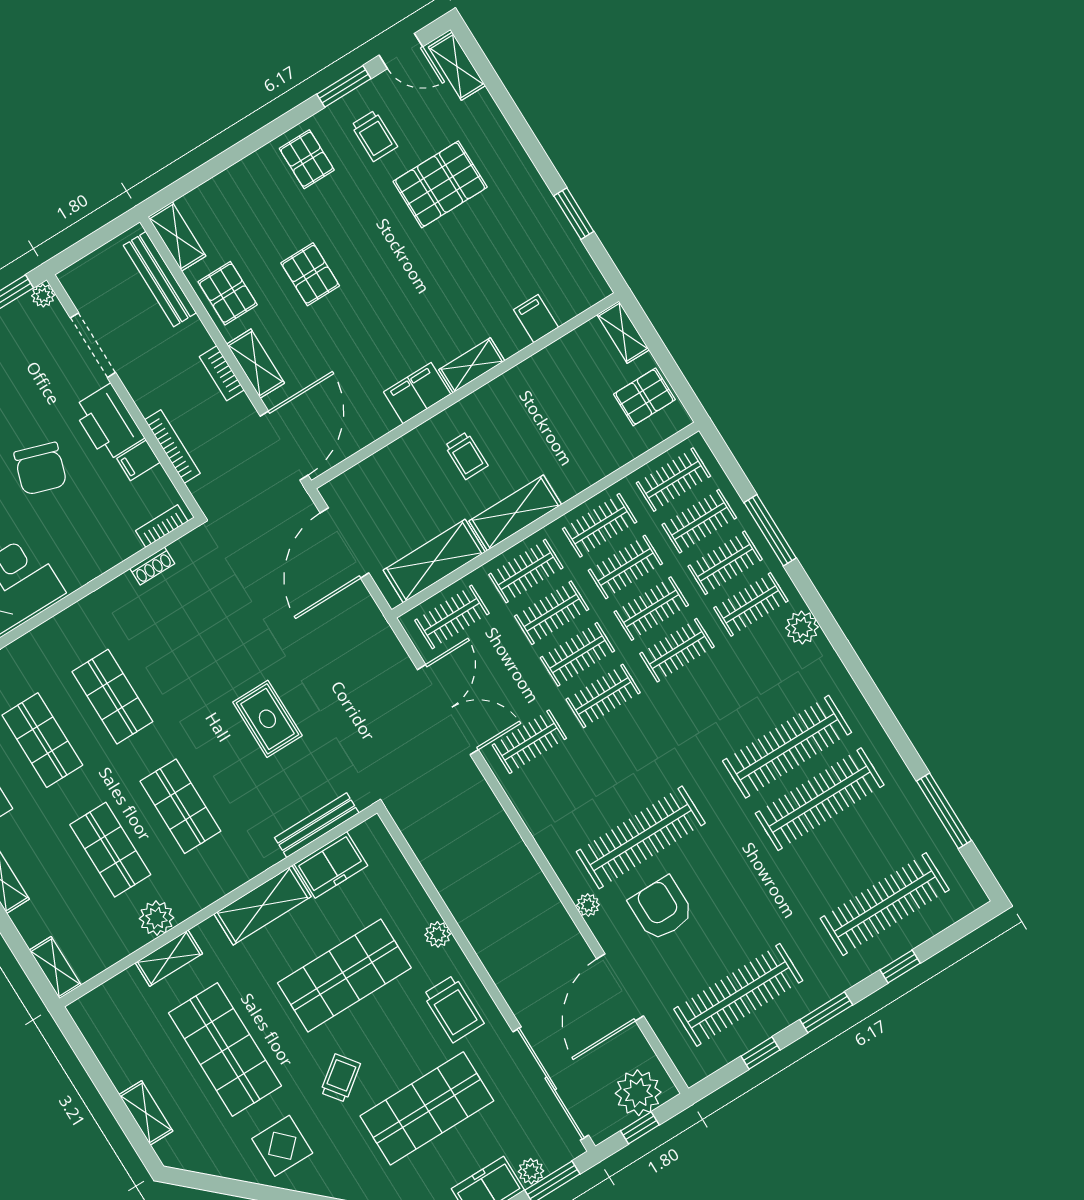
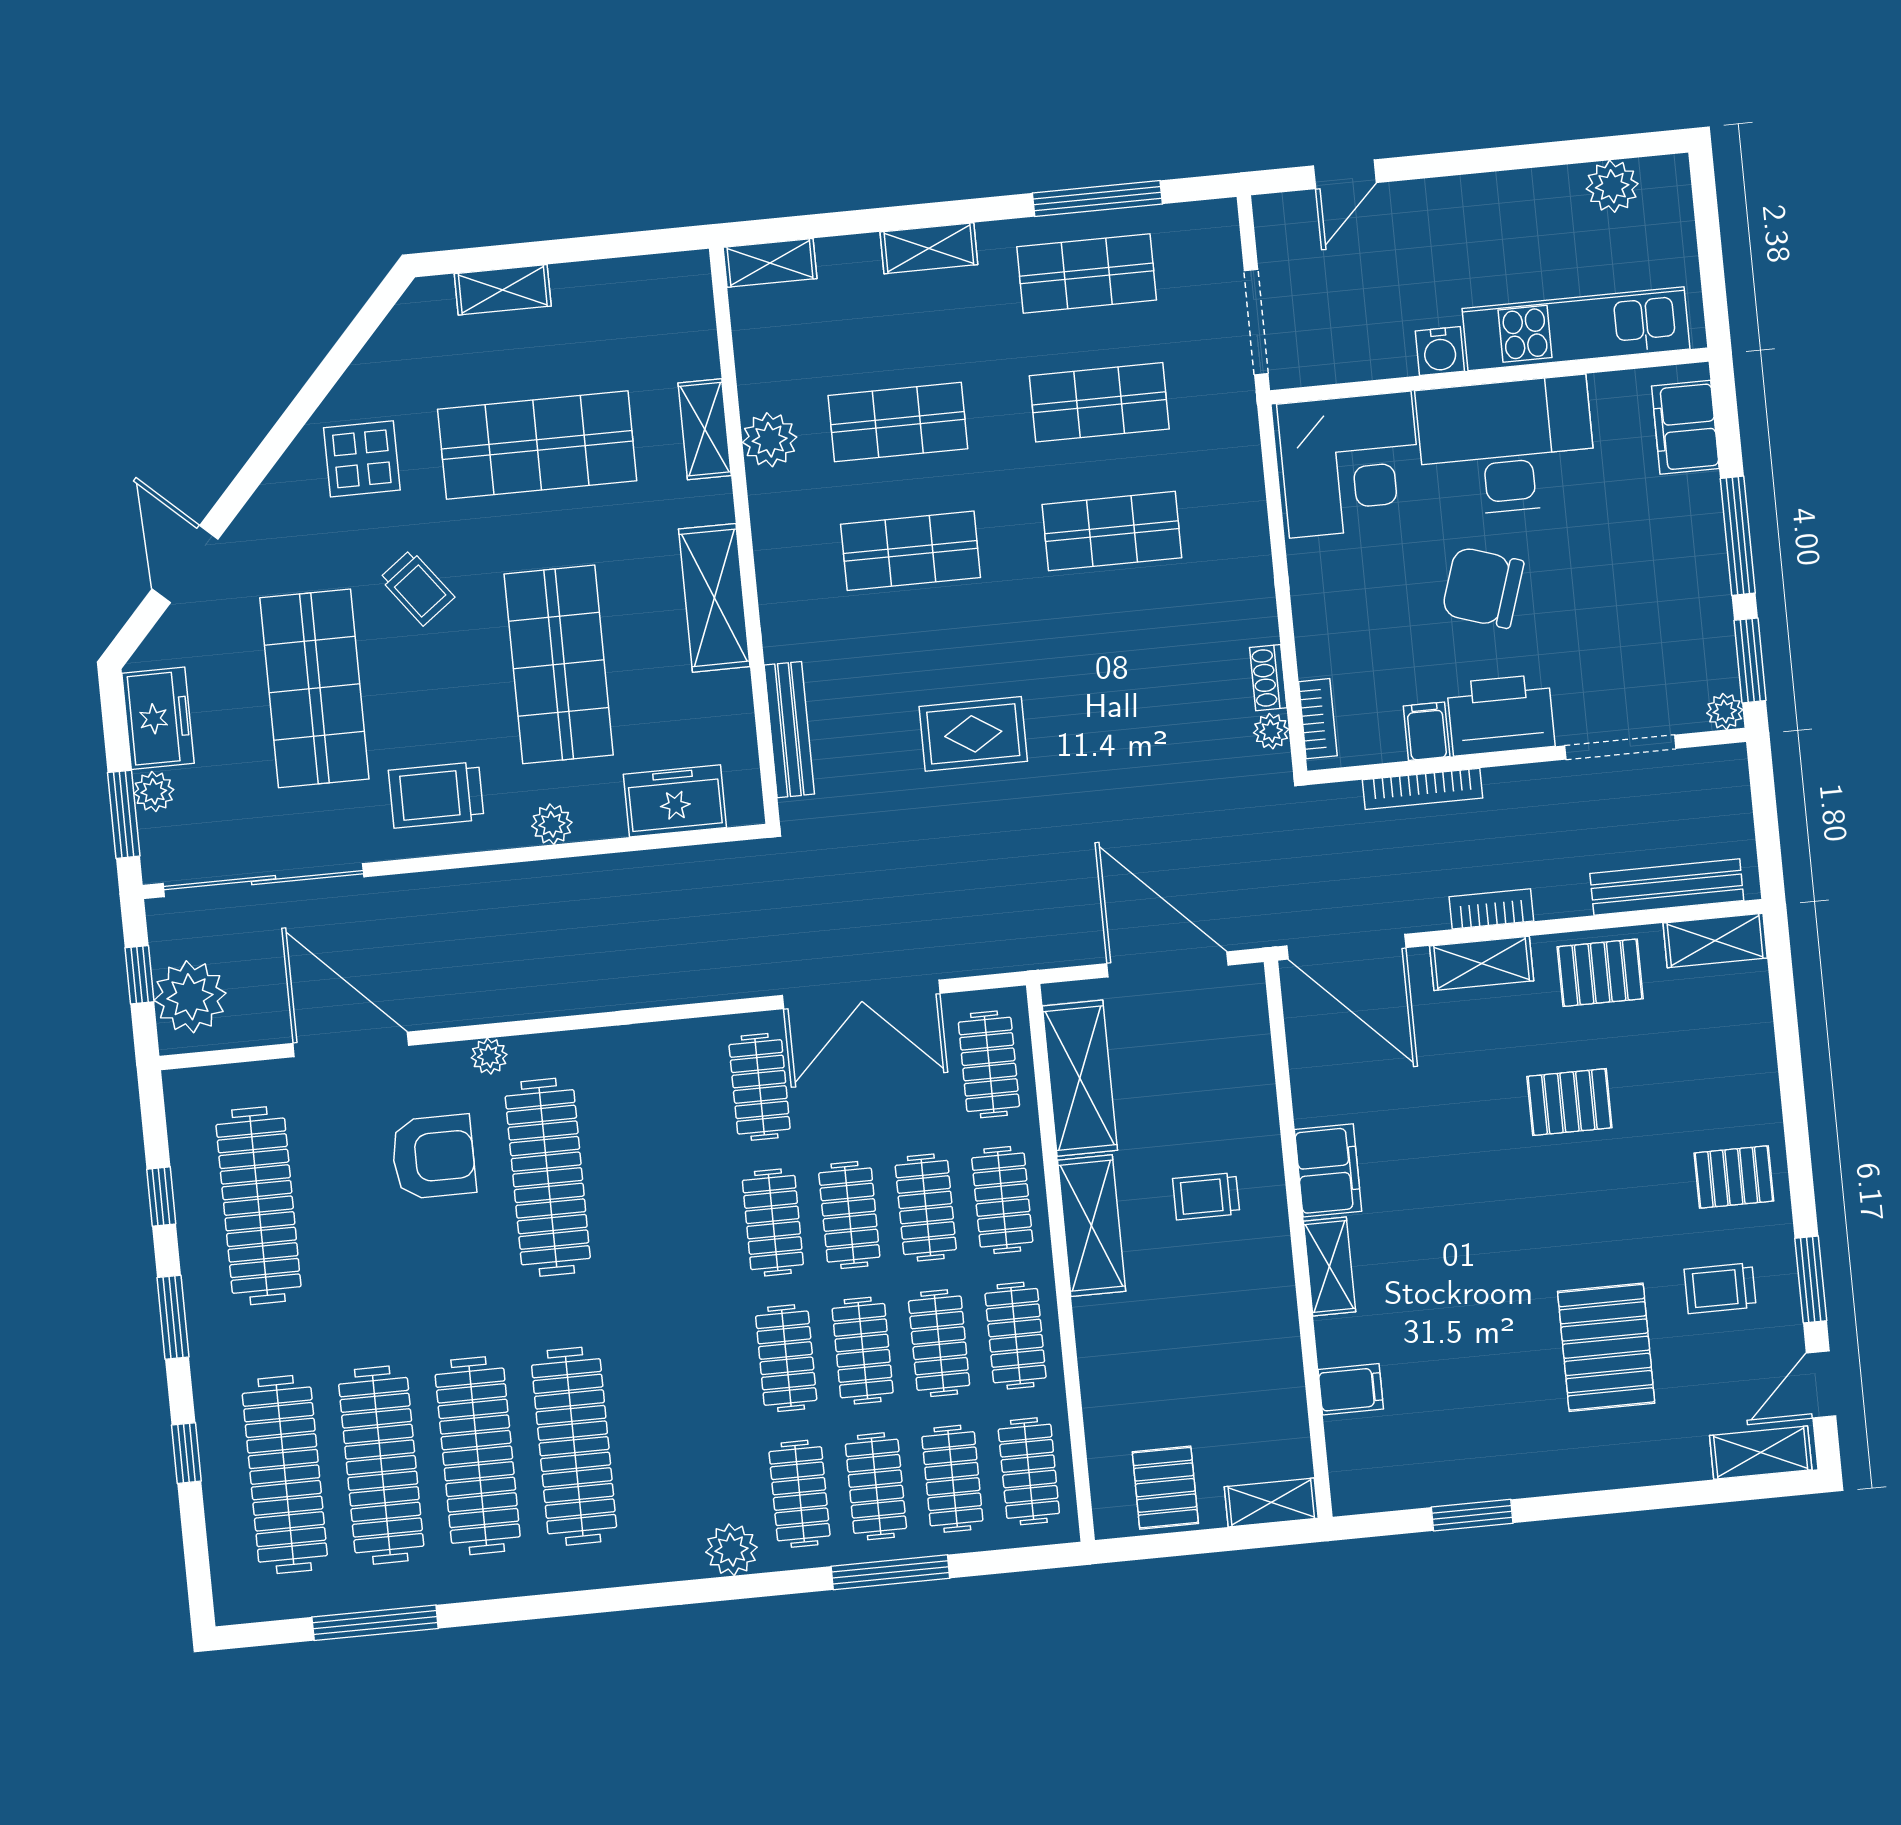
plant: (182, 549) -> (1271, 731), added
clothes rail: (852, 852) -> (381, 1465), added
freezer: (331, 865) -> (675, 801), moved, turned 90

